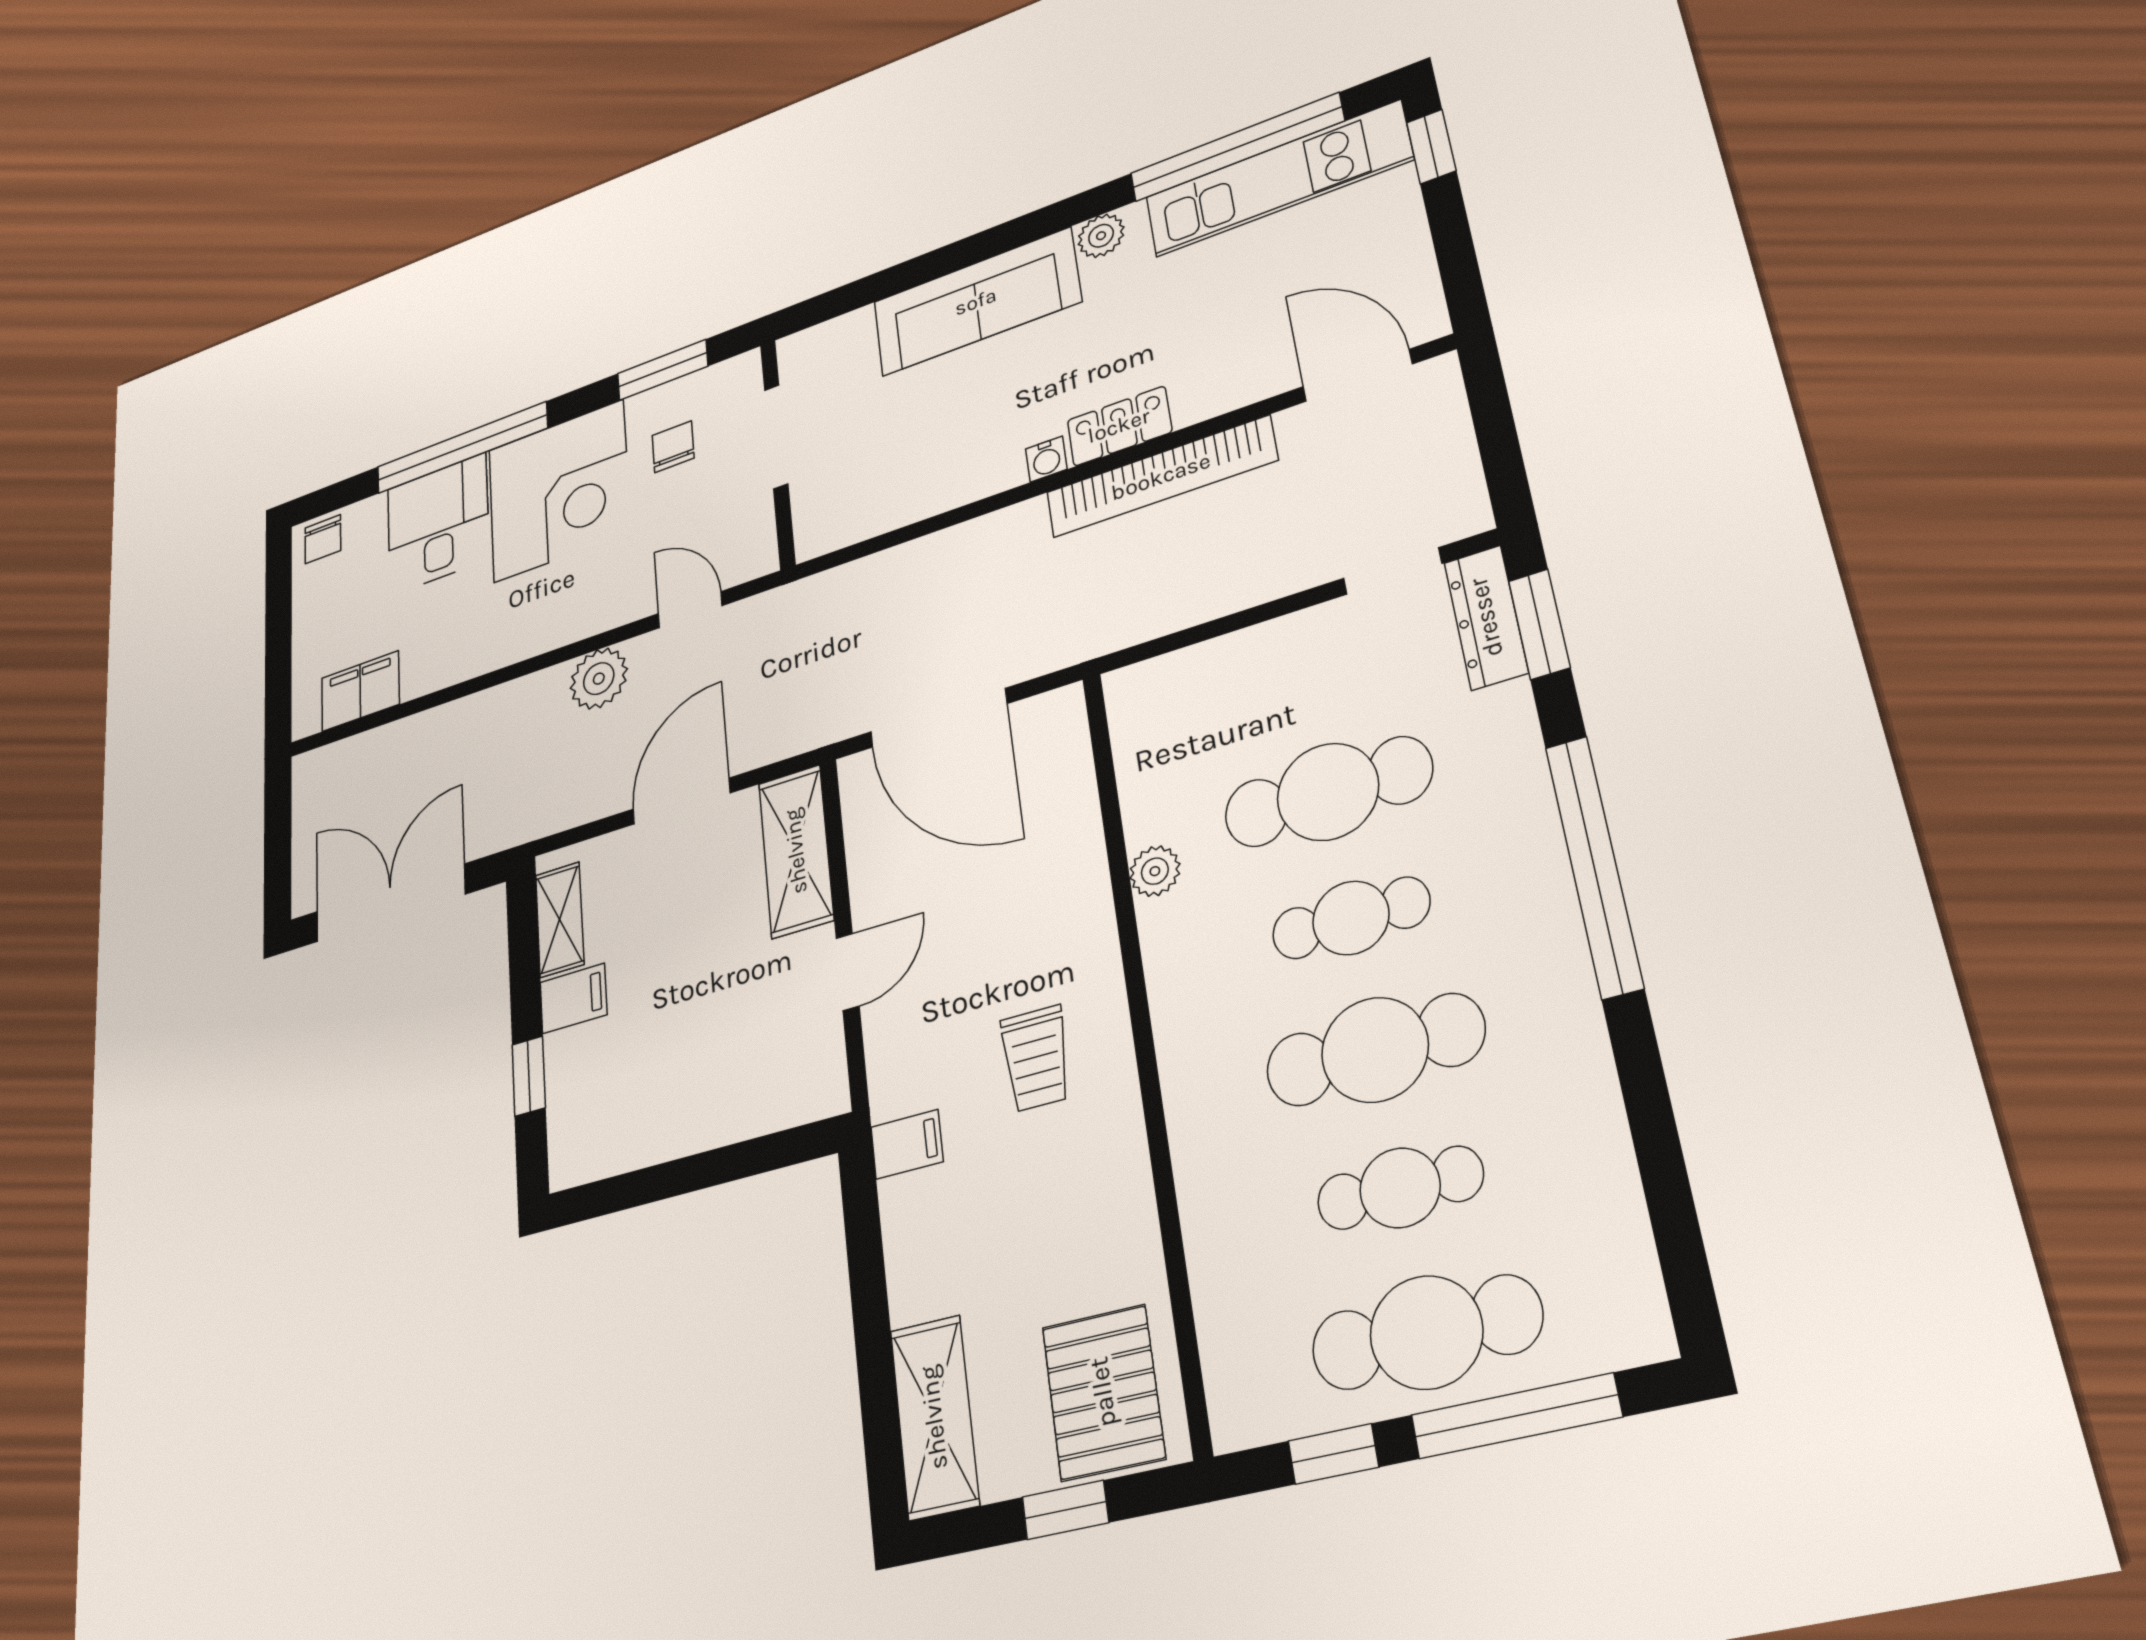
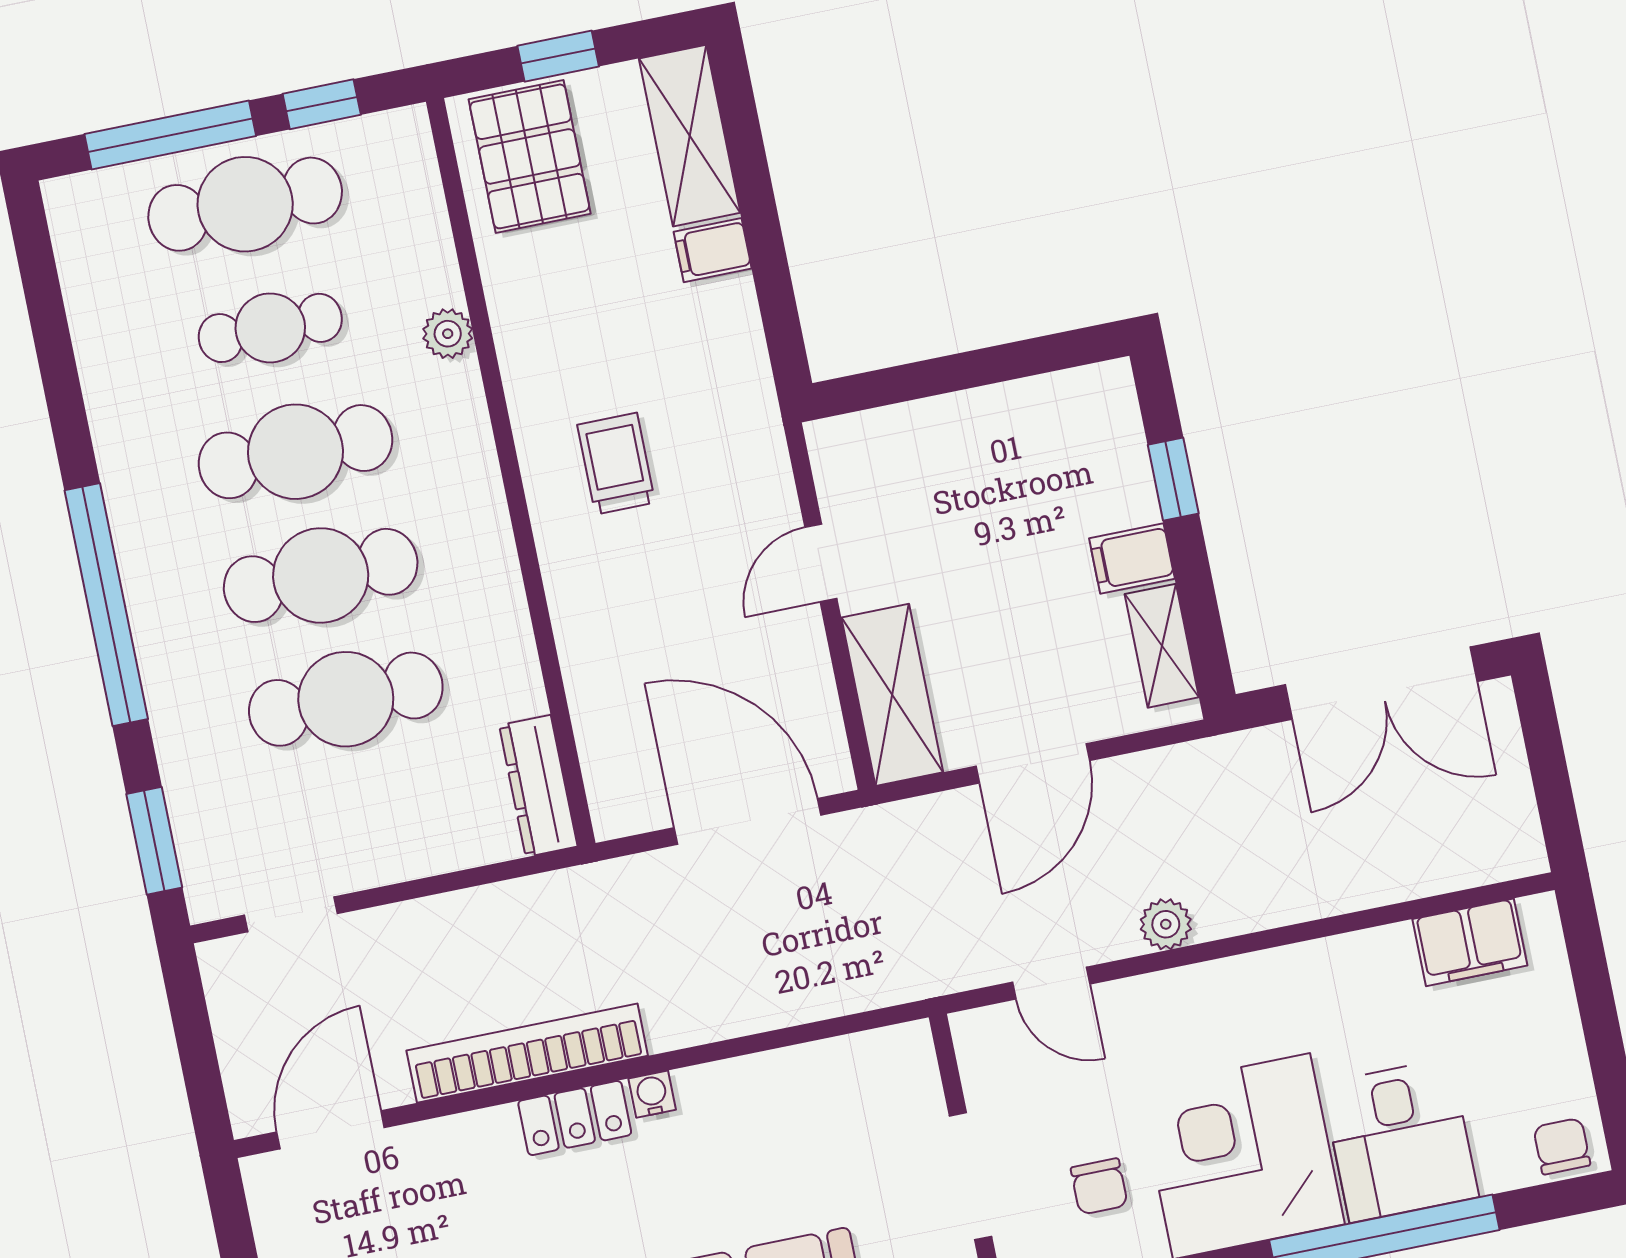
door: (1357, 375) -> (331, 1130), swing flipped
dresser: (1486, 617) -> (538, 786), moved, turned 180
plant: (599, 679) -> (1166, 924), width x0.73, depth x0.73
plant: (1155, 871) -> (448, 334), moved
cafe table: (1351, 918) -> (321, 575), width x1.37, depth x1.35
filing cabinet: (907, 1144) -> (713, 250), moved

